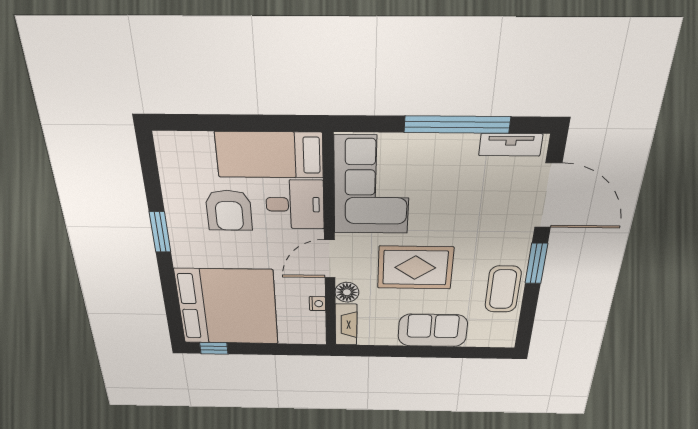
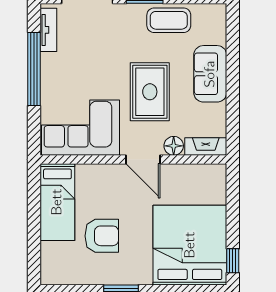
desk: (295, 205) -> (96, 185), removed
nightstand: (317, 304) -> (185, 170), removed

